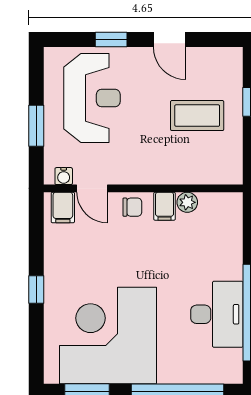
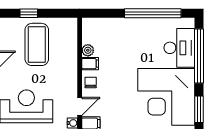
coffee table: (197, 116) -> (37, 44), width x1.36, depth x1.32
desk: (217, 314) -> (179, 48), moved, turned 90

